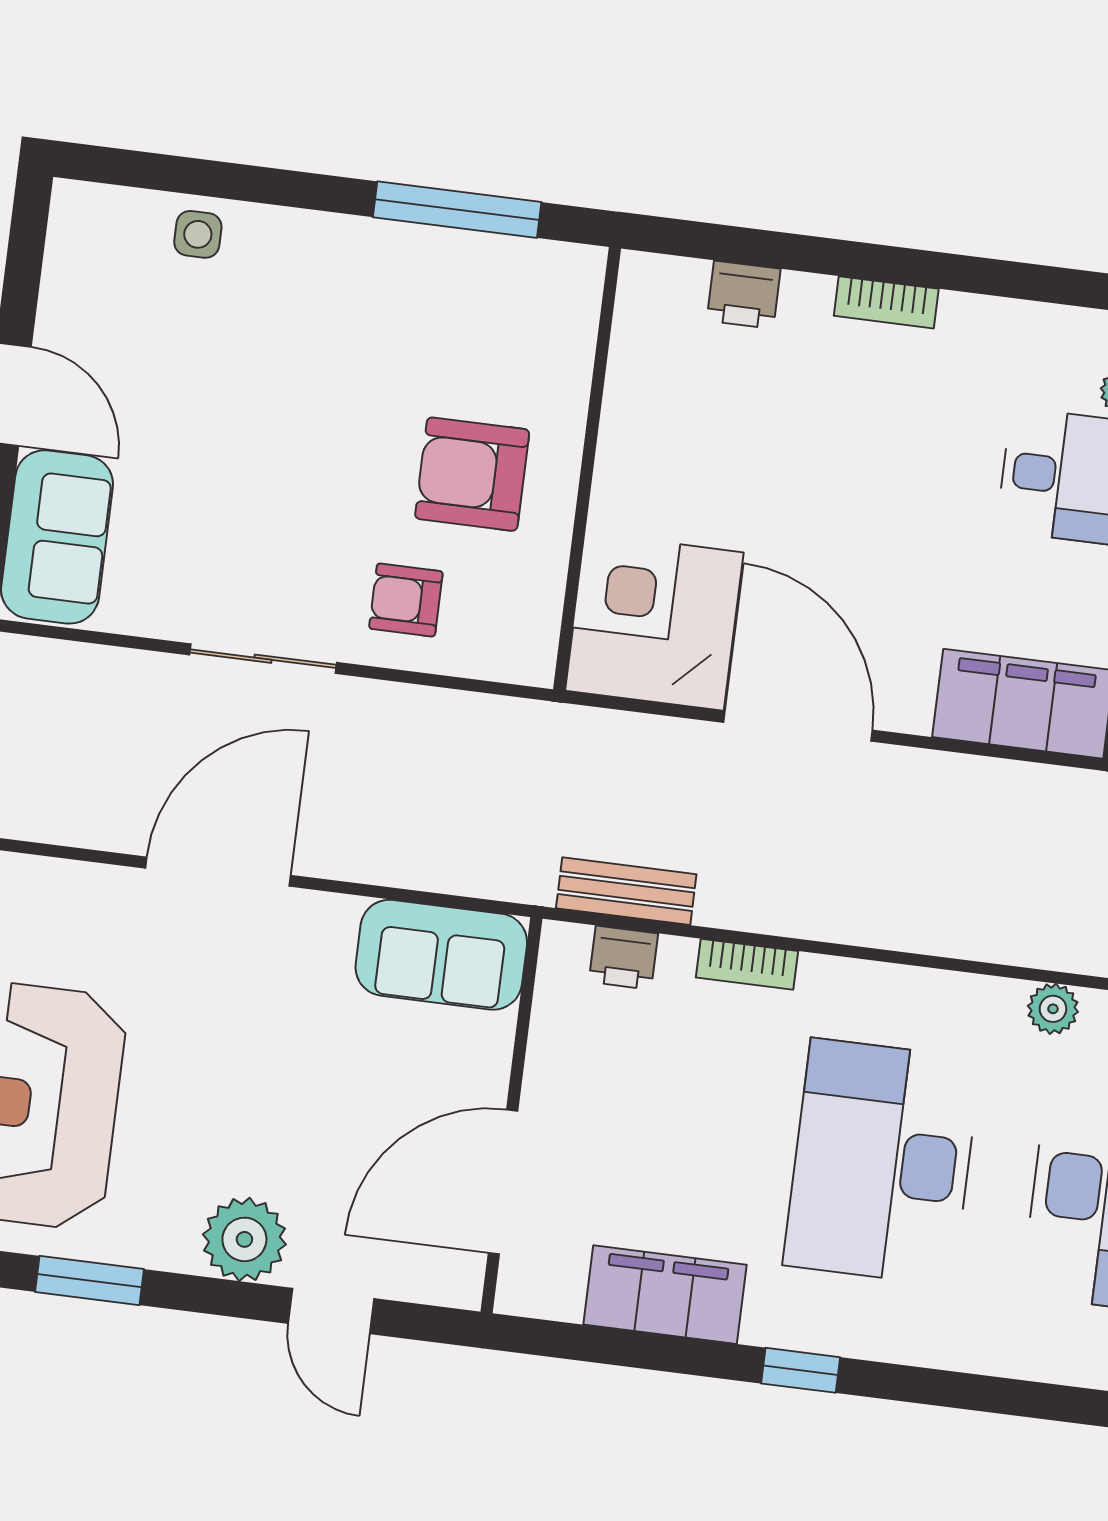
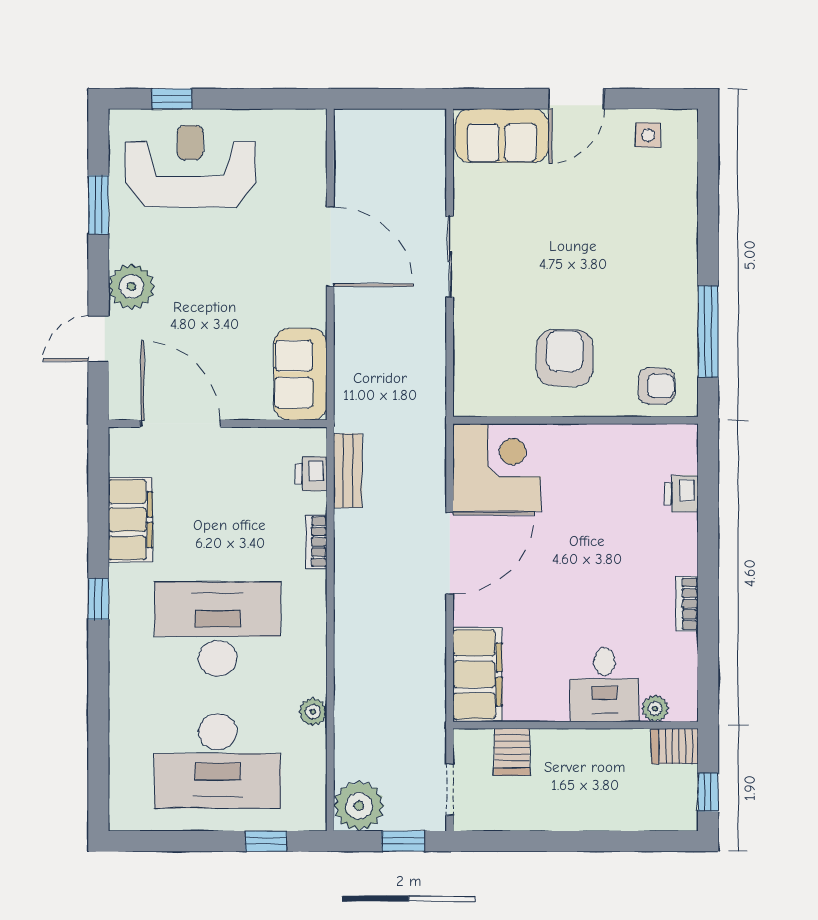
side table: (198, 234) -> (648, 135), moved
bookcase: (886, 302) -> (687, 604), moved
armchair: (406, 600) -> (656, 386), moved, turned 90

